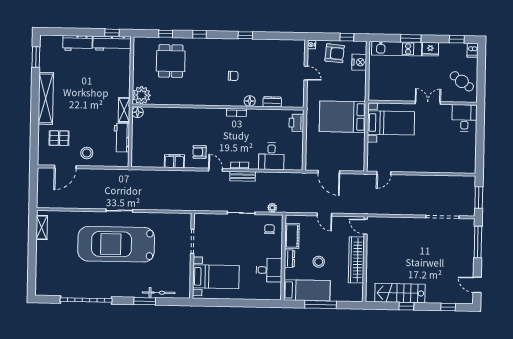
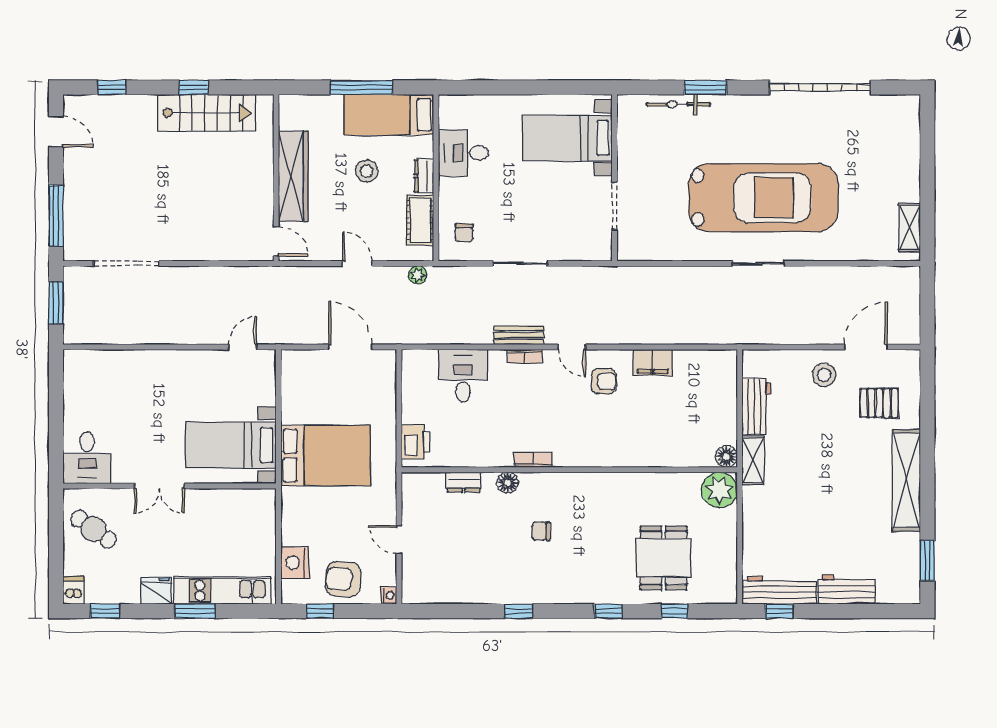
plant: (272, 208) -> (418, 275), moved

